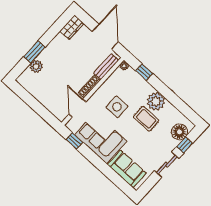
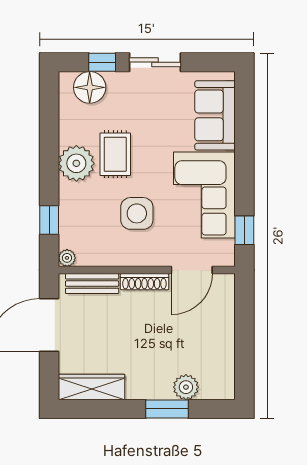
wardrobe: (72, 27) -> (91, 387), width x1.50

